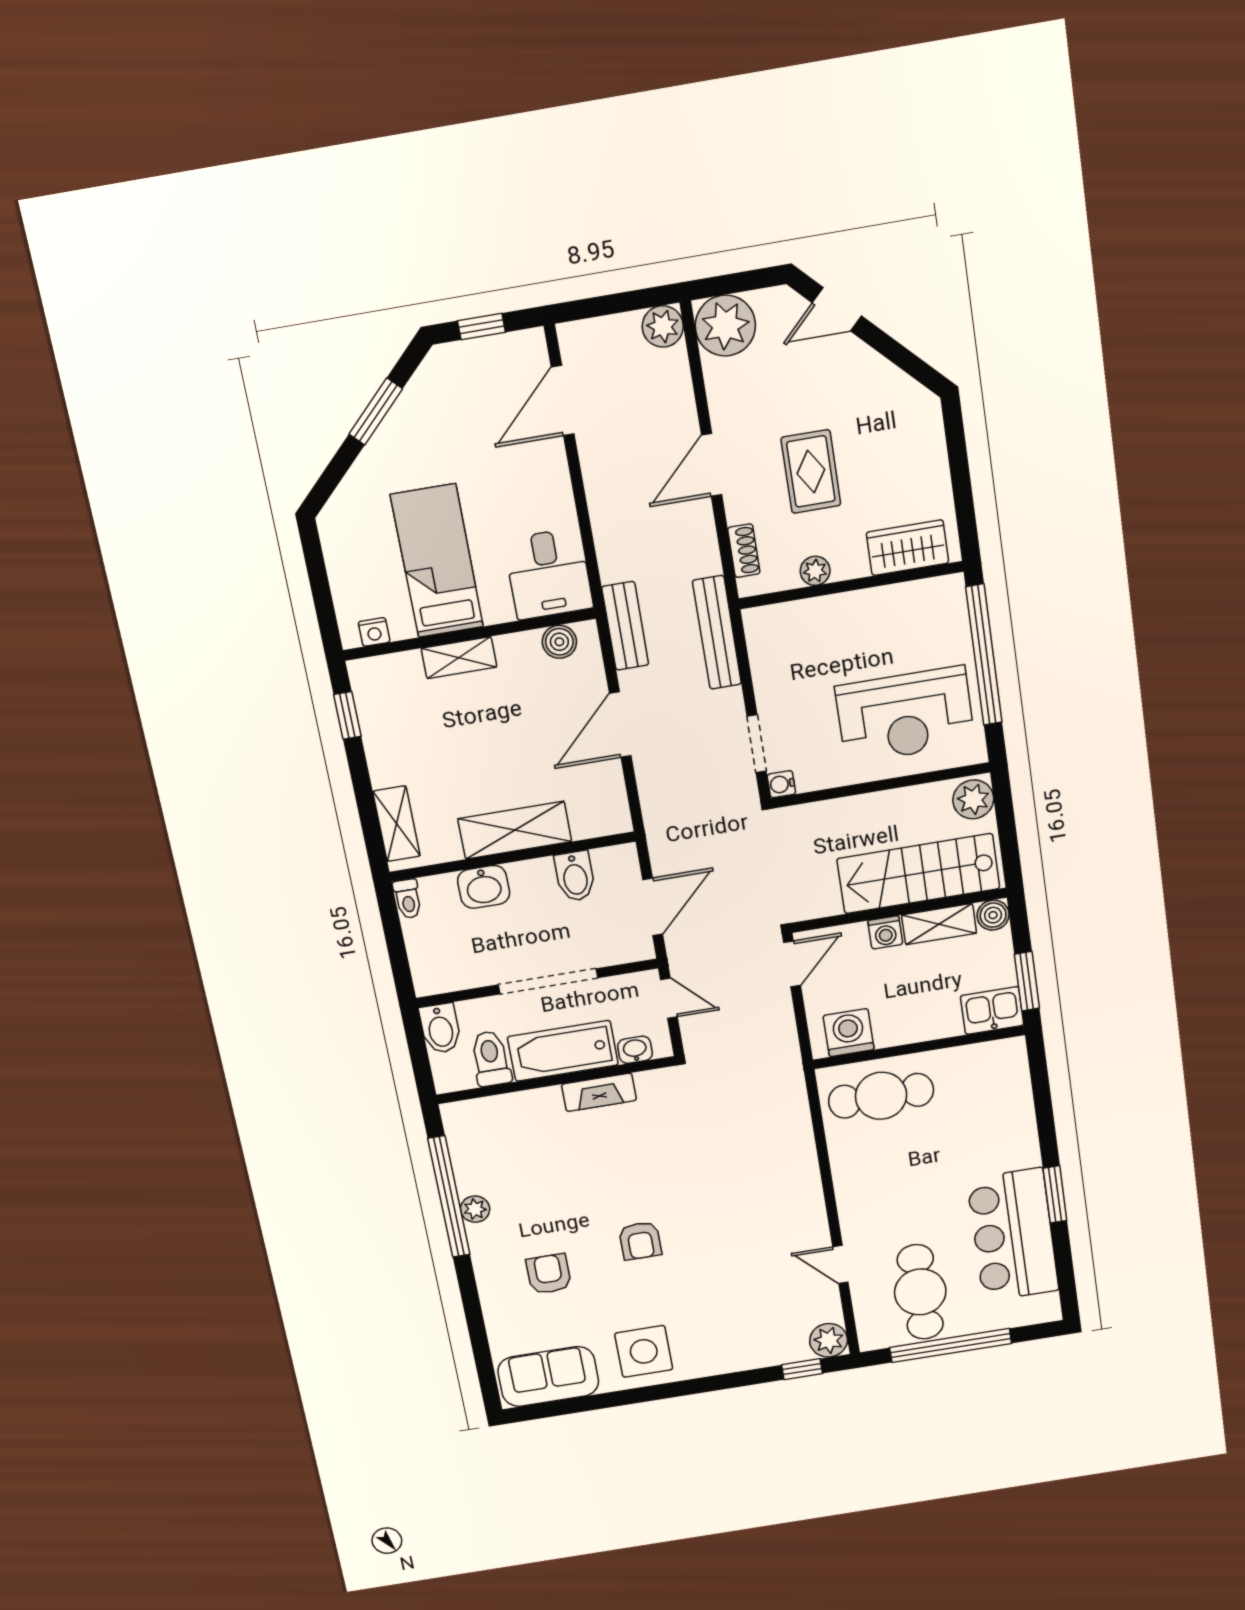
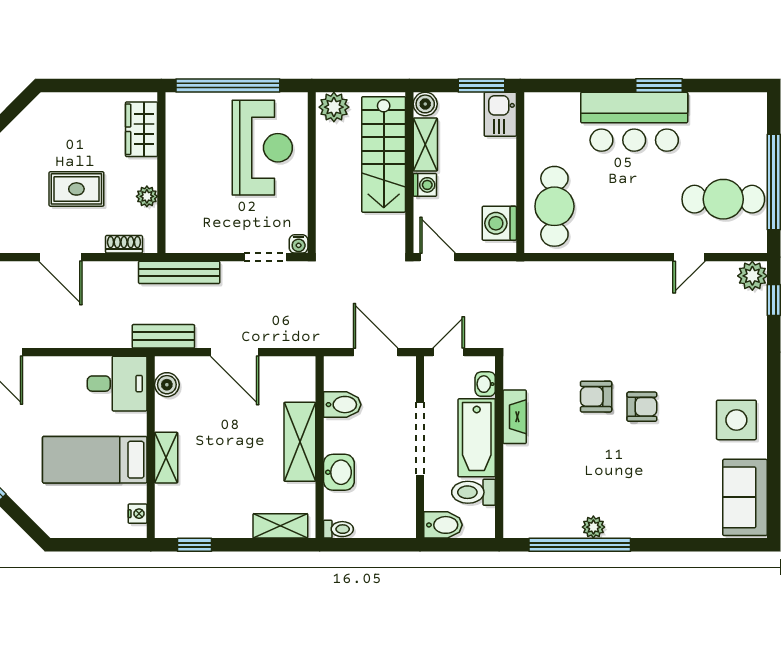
bar counter: (1013, 1235) -> (634, 122), moved
armchair: (549, 1274) -> (596, 397), moved

